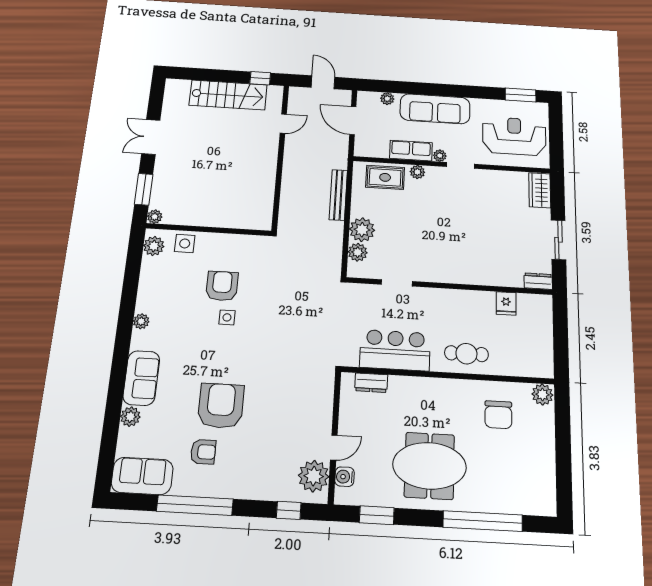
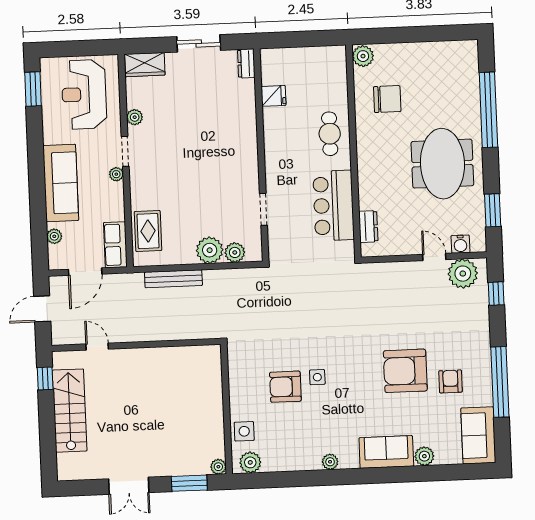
row of seats: (411, 151) -> (115, 245), moved
plant: (417, 172) -> (135, 117), moved

